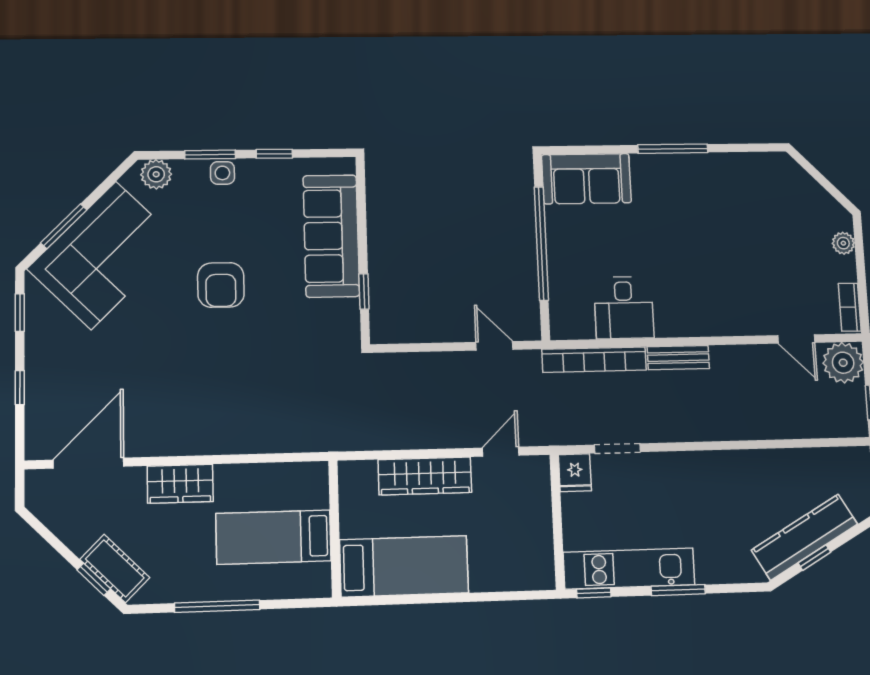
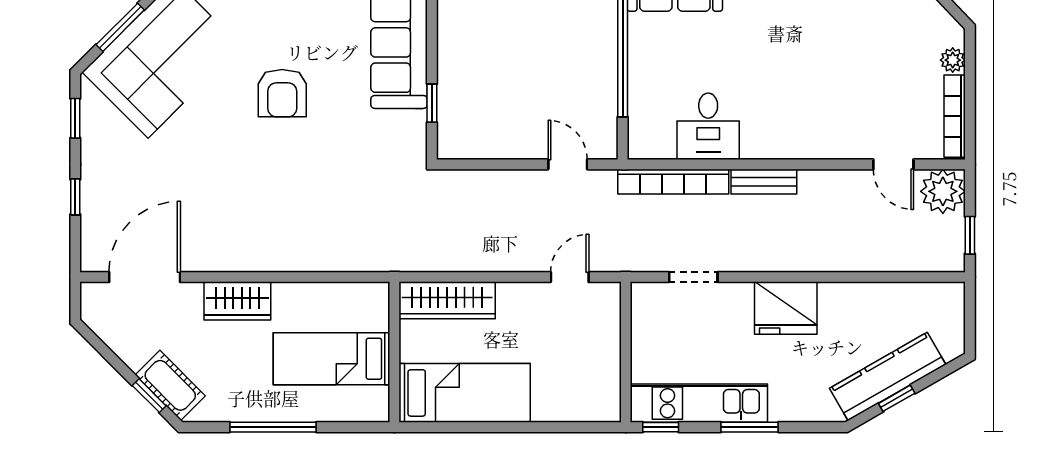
bookcase: (850, 307) -> (955, 116), width x1.56
fridge: (575, 473) -> (786, 308), moved, width x1.88, depth x1.34
wardrobe: (425, 476) -> (447, 300), moved

